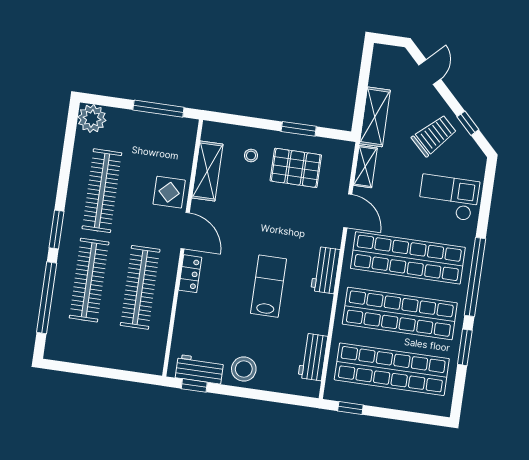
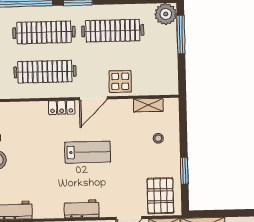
window: (158, 109) -> (181, 35), moved
pallet: (296, 168) -> (160, 196), moved
shelving: (207, 171) -> (148, 105), width x0.67, depth x0.75
lab bench: (268, 286) -> (88, 152), moved

